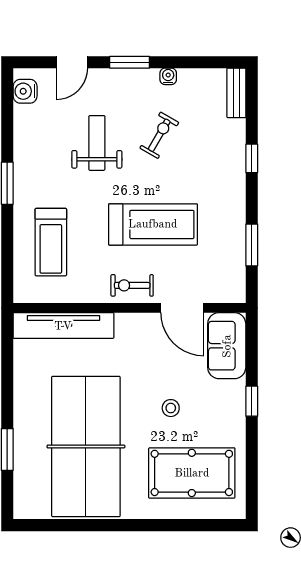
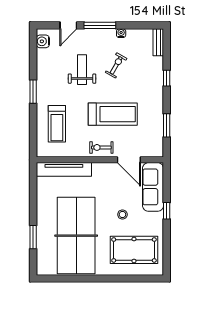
window: (130, 62) -> (100, 25), width x1.44
sofa: (227, 346) -> (153, 187), width x1.36

